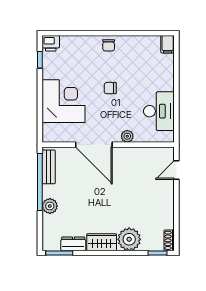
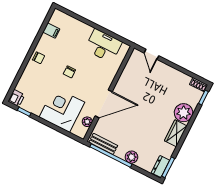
filing cabinet: (168, 44) -> (51, 31), moved
plant: (127, 136) -> (87, 122), moved
dresser: (73, 244) -> (160, 166), moved

